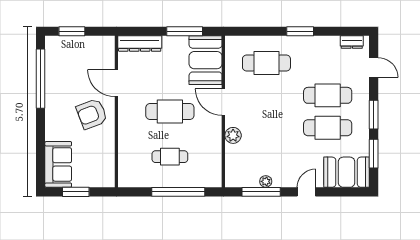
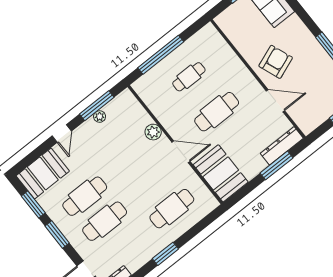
window: (185, 31) -> (277, 165), moved

